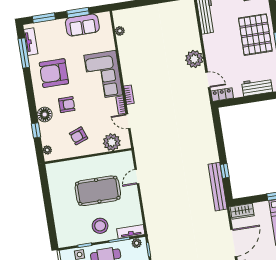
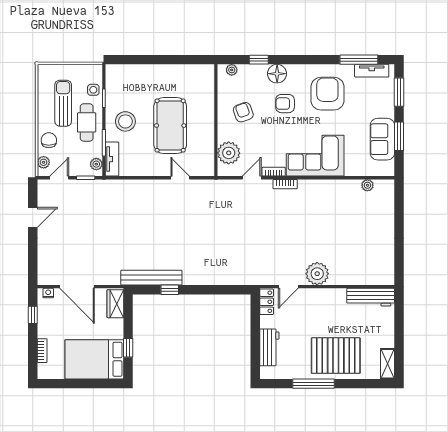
armchair: (67, 105) -> (285, 104), turned 90

